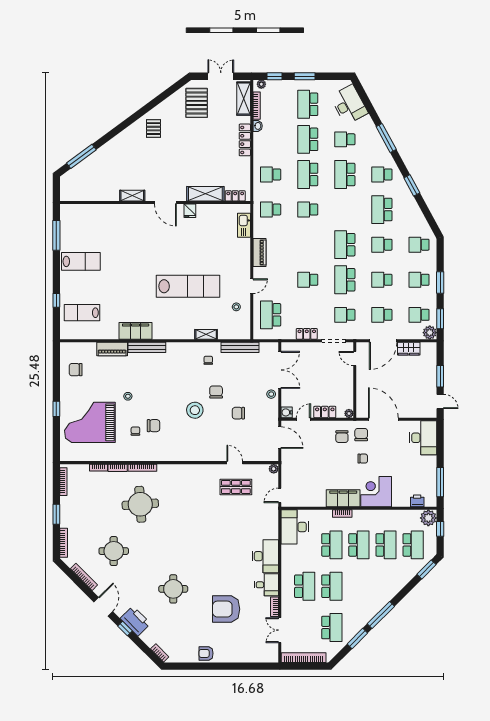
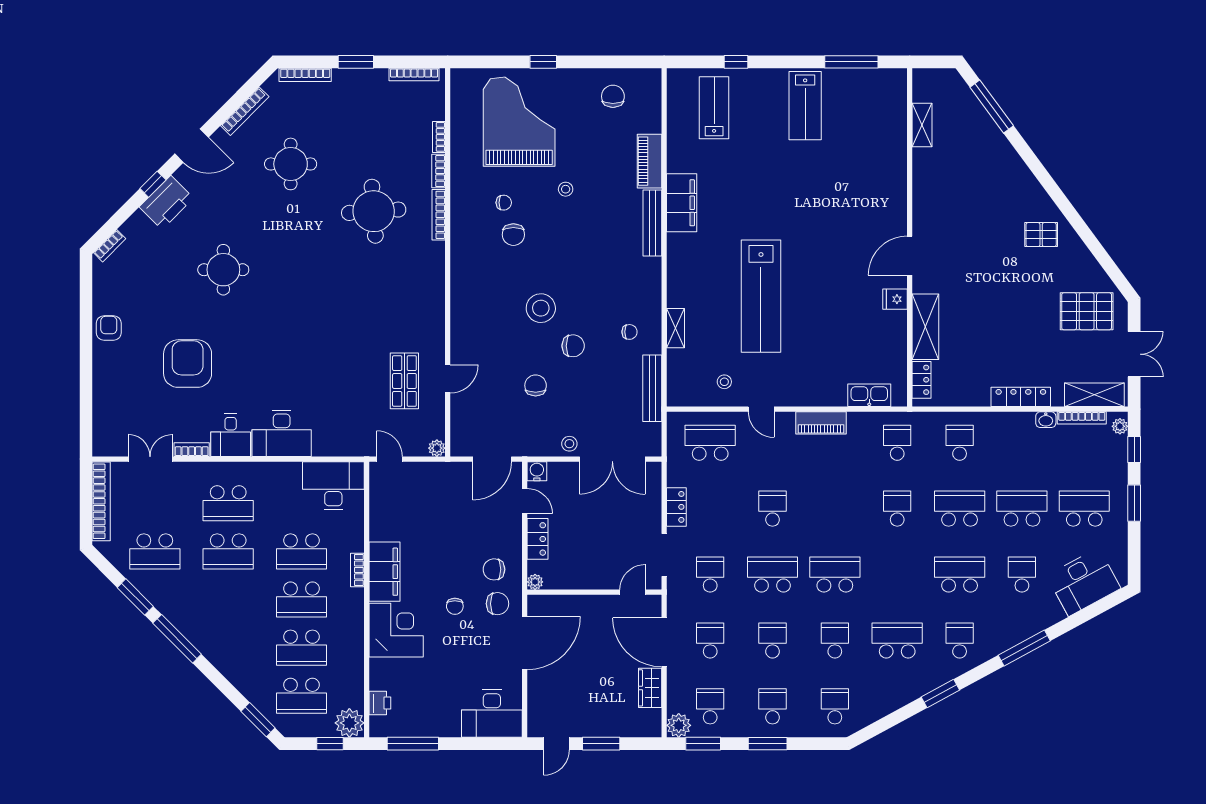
shelving: (132, 196) -> (922, 125), moved

